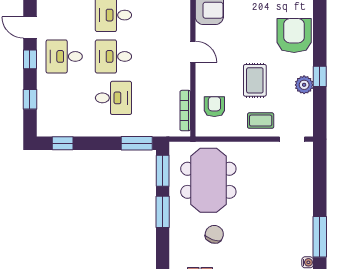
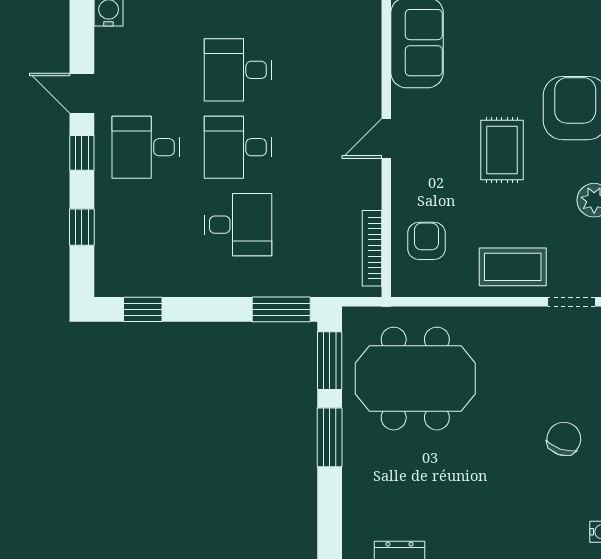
door: (193, 52) -> (386, 139), swing flipped
rug: (255, 80) -> (502, 150), moved
coffee table: (261, 121) -> (513, 267), width x1.36, depth x1.30
meeting table: (208, 180) -> (415, 379), turned 90
chair: (214, 234) -> (564, 439), moved

